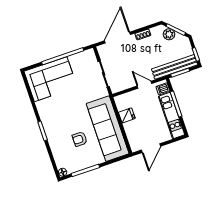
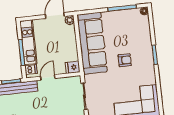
door: (144, 85) -> (48, 77), swing flipped
fridge: (127, 115) -> (73, 67), moved
armchair: (80, 139) -> (125, 60), moved
plant: (135, 147) -> (70, 20), added

